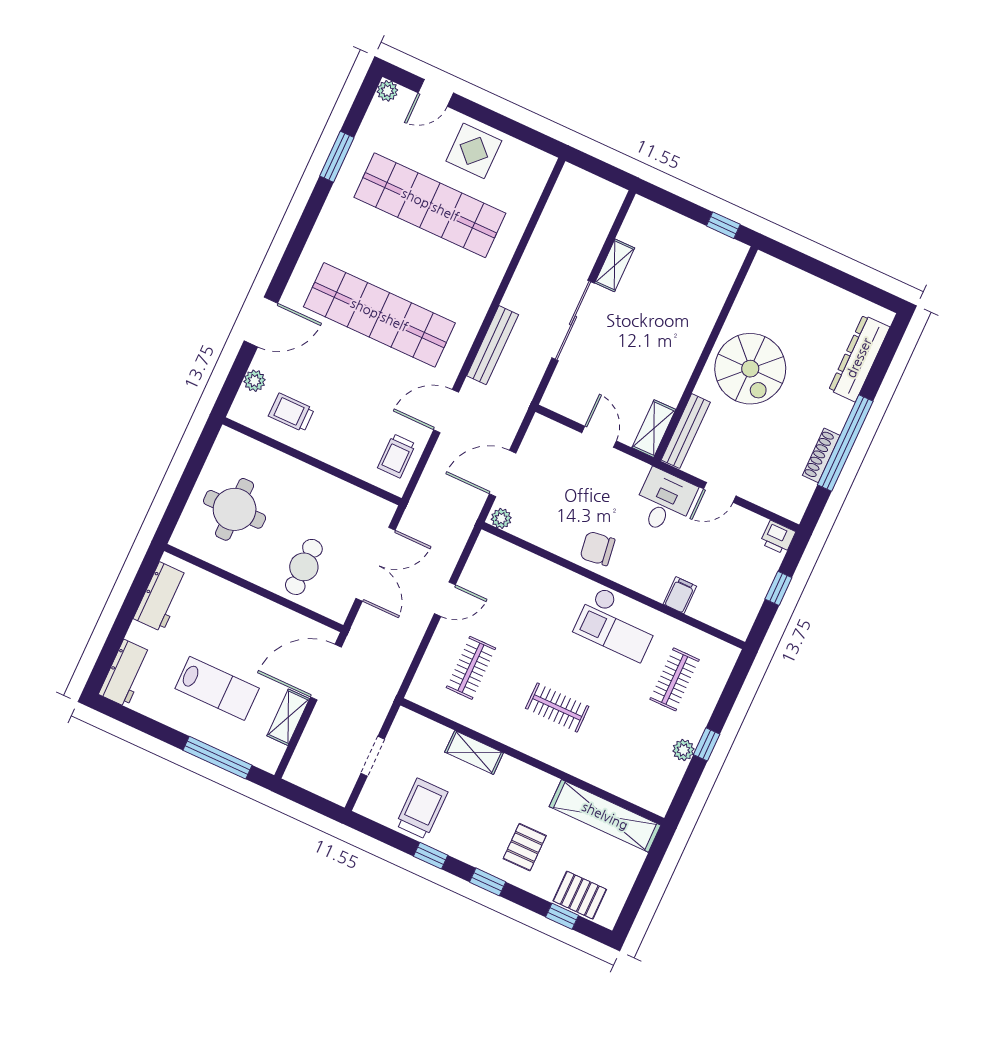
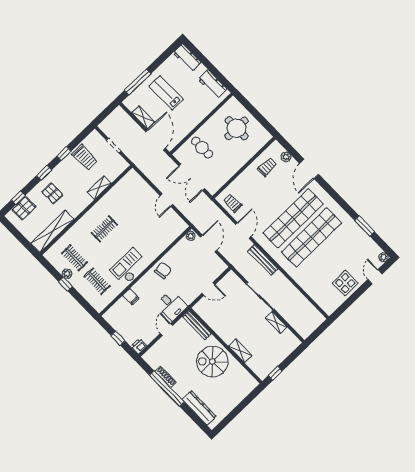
shop shelf: (430, 205) -> (312, 237), moved
shelving: (654, 429) -> (240, 351), moved
clothes rail: (471, 668) -> (74, 258), moved
lab bench: (217, 688) -> (166, 93), turned 90

